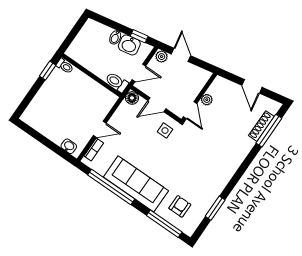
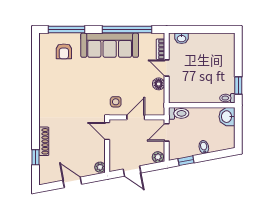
washbasin: (129, 45) -> (227, 117), moved, turned -79
door: (181, 55) -> (132, 171), moved
floor lamp: (132, 98) -> (159, 84), moved
plant: (207, 100) -> (100, 167), moved
shoe rack: (261, 126) -> (44, 141), moved
door: (100, 129) -> (167, 68), hinge flipped
window: (269, 131) -> (36, 157), width x0.46
window: (215, 208) -> (36, 69), removed

